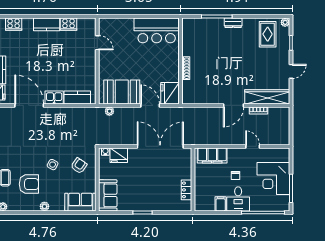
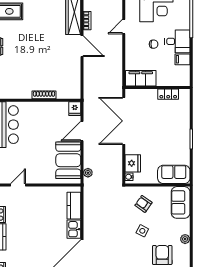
fridge: (170, 93) -> (75, 109), width x0.53, depth x0.75
filing cabinet: (212, 155) -> (141, 78), moved, turned -90

